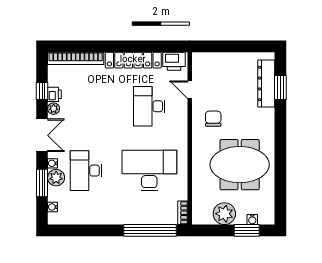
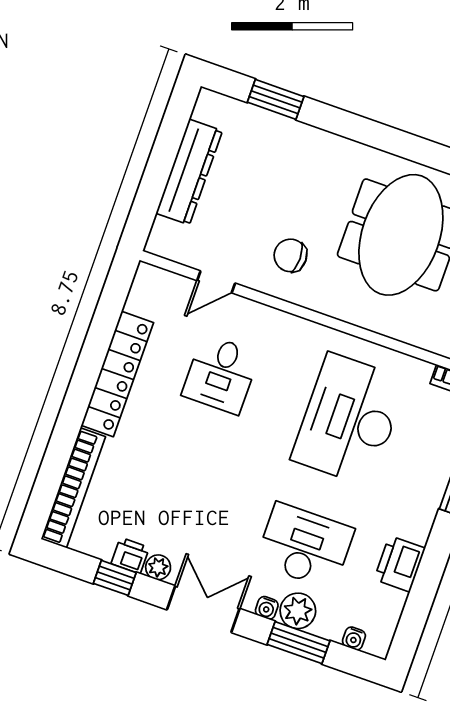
printer: (174, 61) -> (400, 564), moved, turned 180
dresser: (266, 84) -> (189, 172), moved, turned -90
desk: (149, 106) -> (221, 374), width x0.73
desk: (86, 171) -> (305, 546), turned 180

